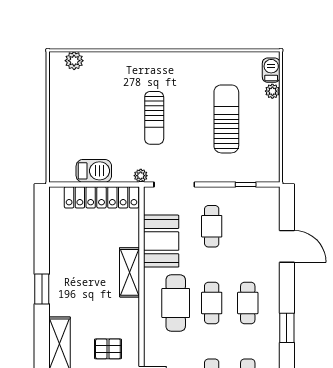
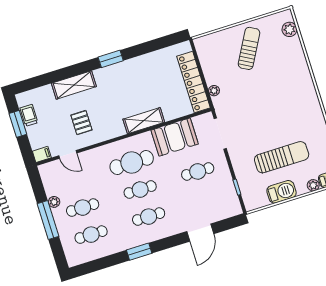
sun lounger: (154, 118) -> (249, 48), moved, turned 119
barbecue: (94, 171) -> (281, 192), moved, turned -90
plant: (141, 176) -> (214, 91), moved

